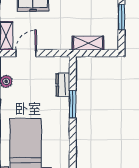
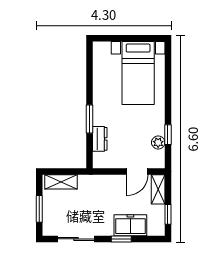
shelving: (88, 43) -> (61, 182), moved

